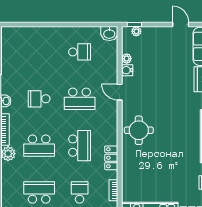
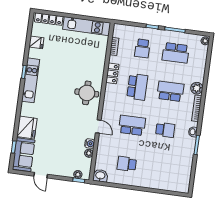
school desk: (80, 146) -> (137, 87), turned 180

